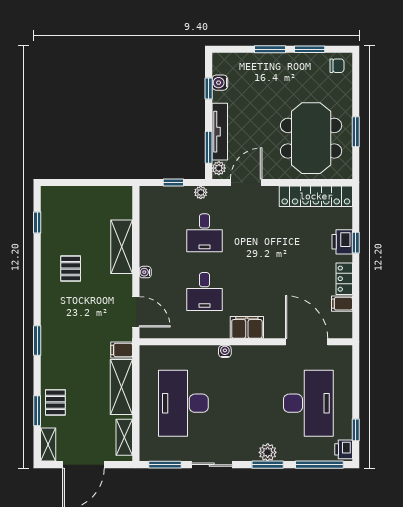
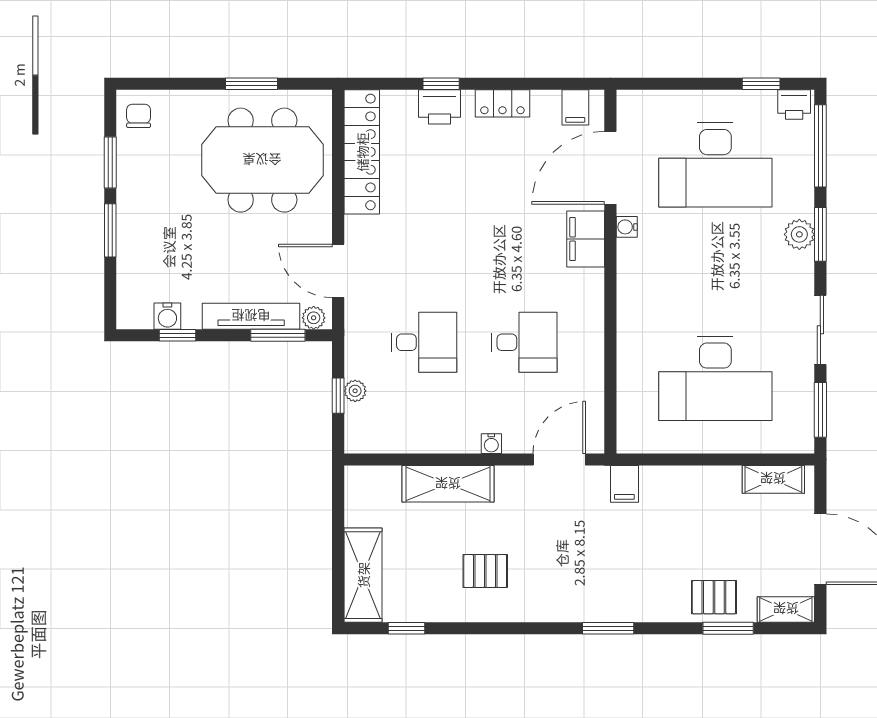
plant: (201, 192) -> (355, 391), moved
filing cabinet: (342, 304) -> (575, 107), moved
filing cabinet: (247, 327) -> (586, 239), moved
water cooler: (225, 351) -> (627, 227), moved
shelving: (121, 387) -> (363, 575), moved, turned 90
desk: (308, 403) -> (715, 165), turned 180

